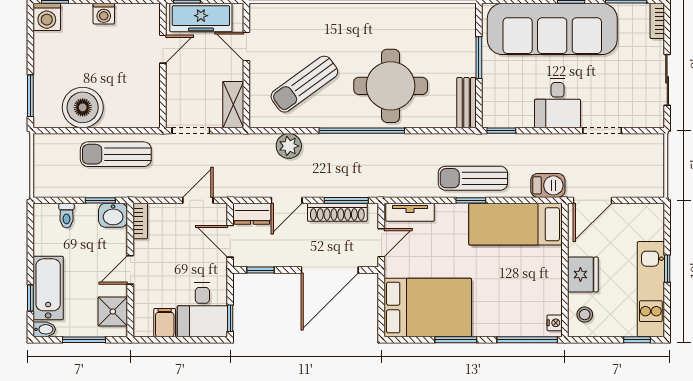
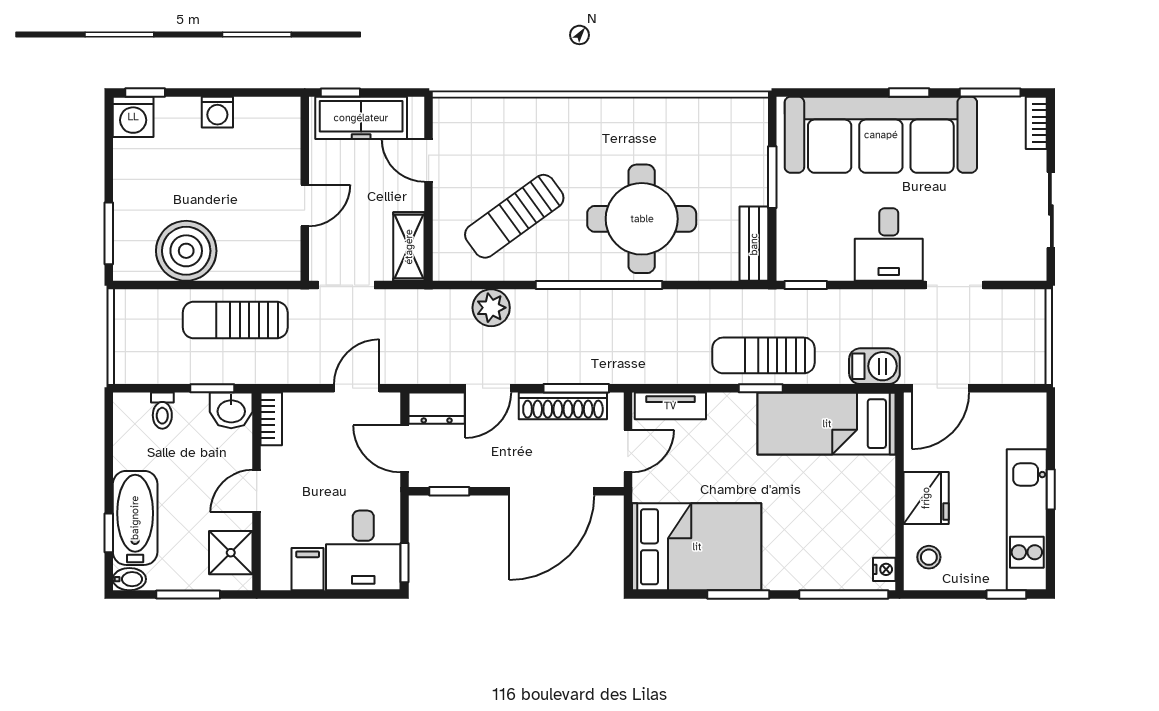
door: (163, 49) -> (305, 205), moved

